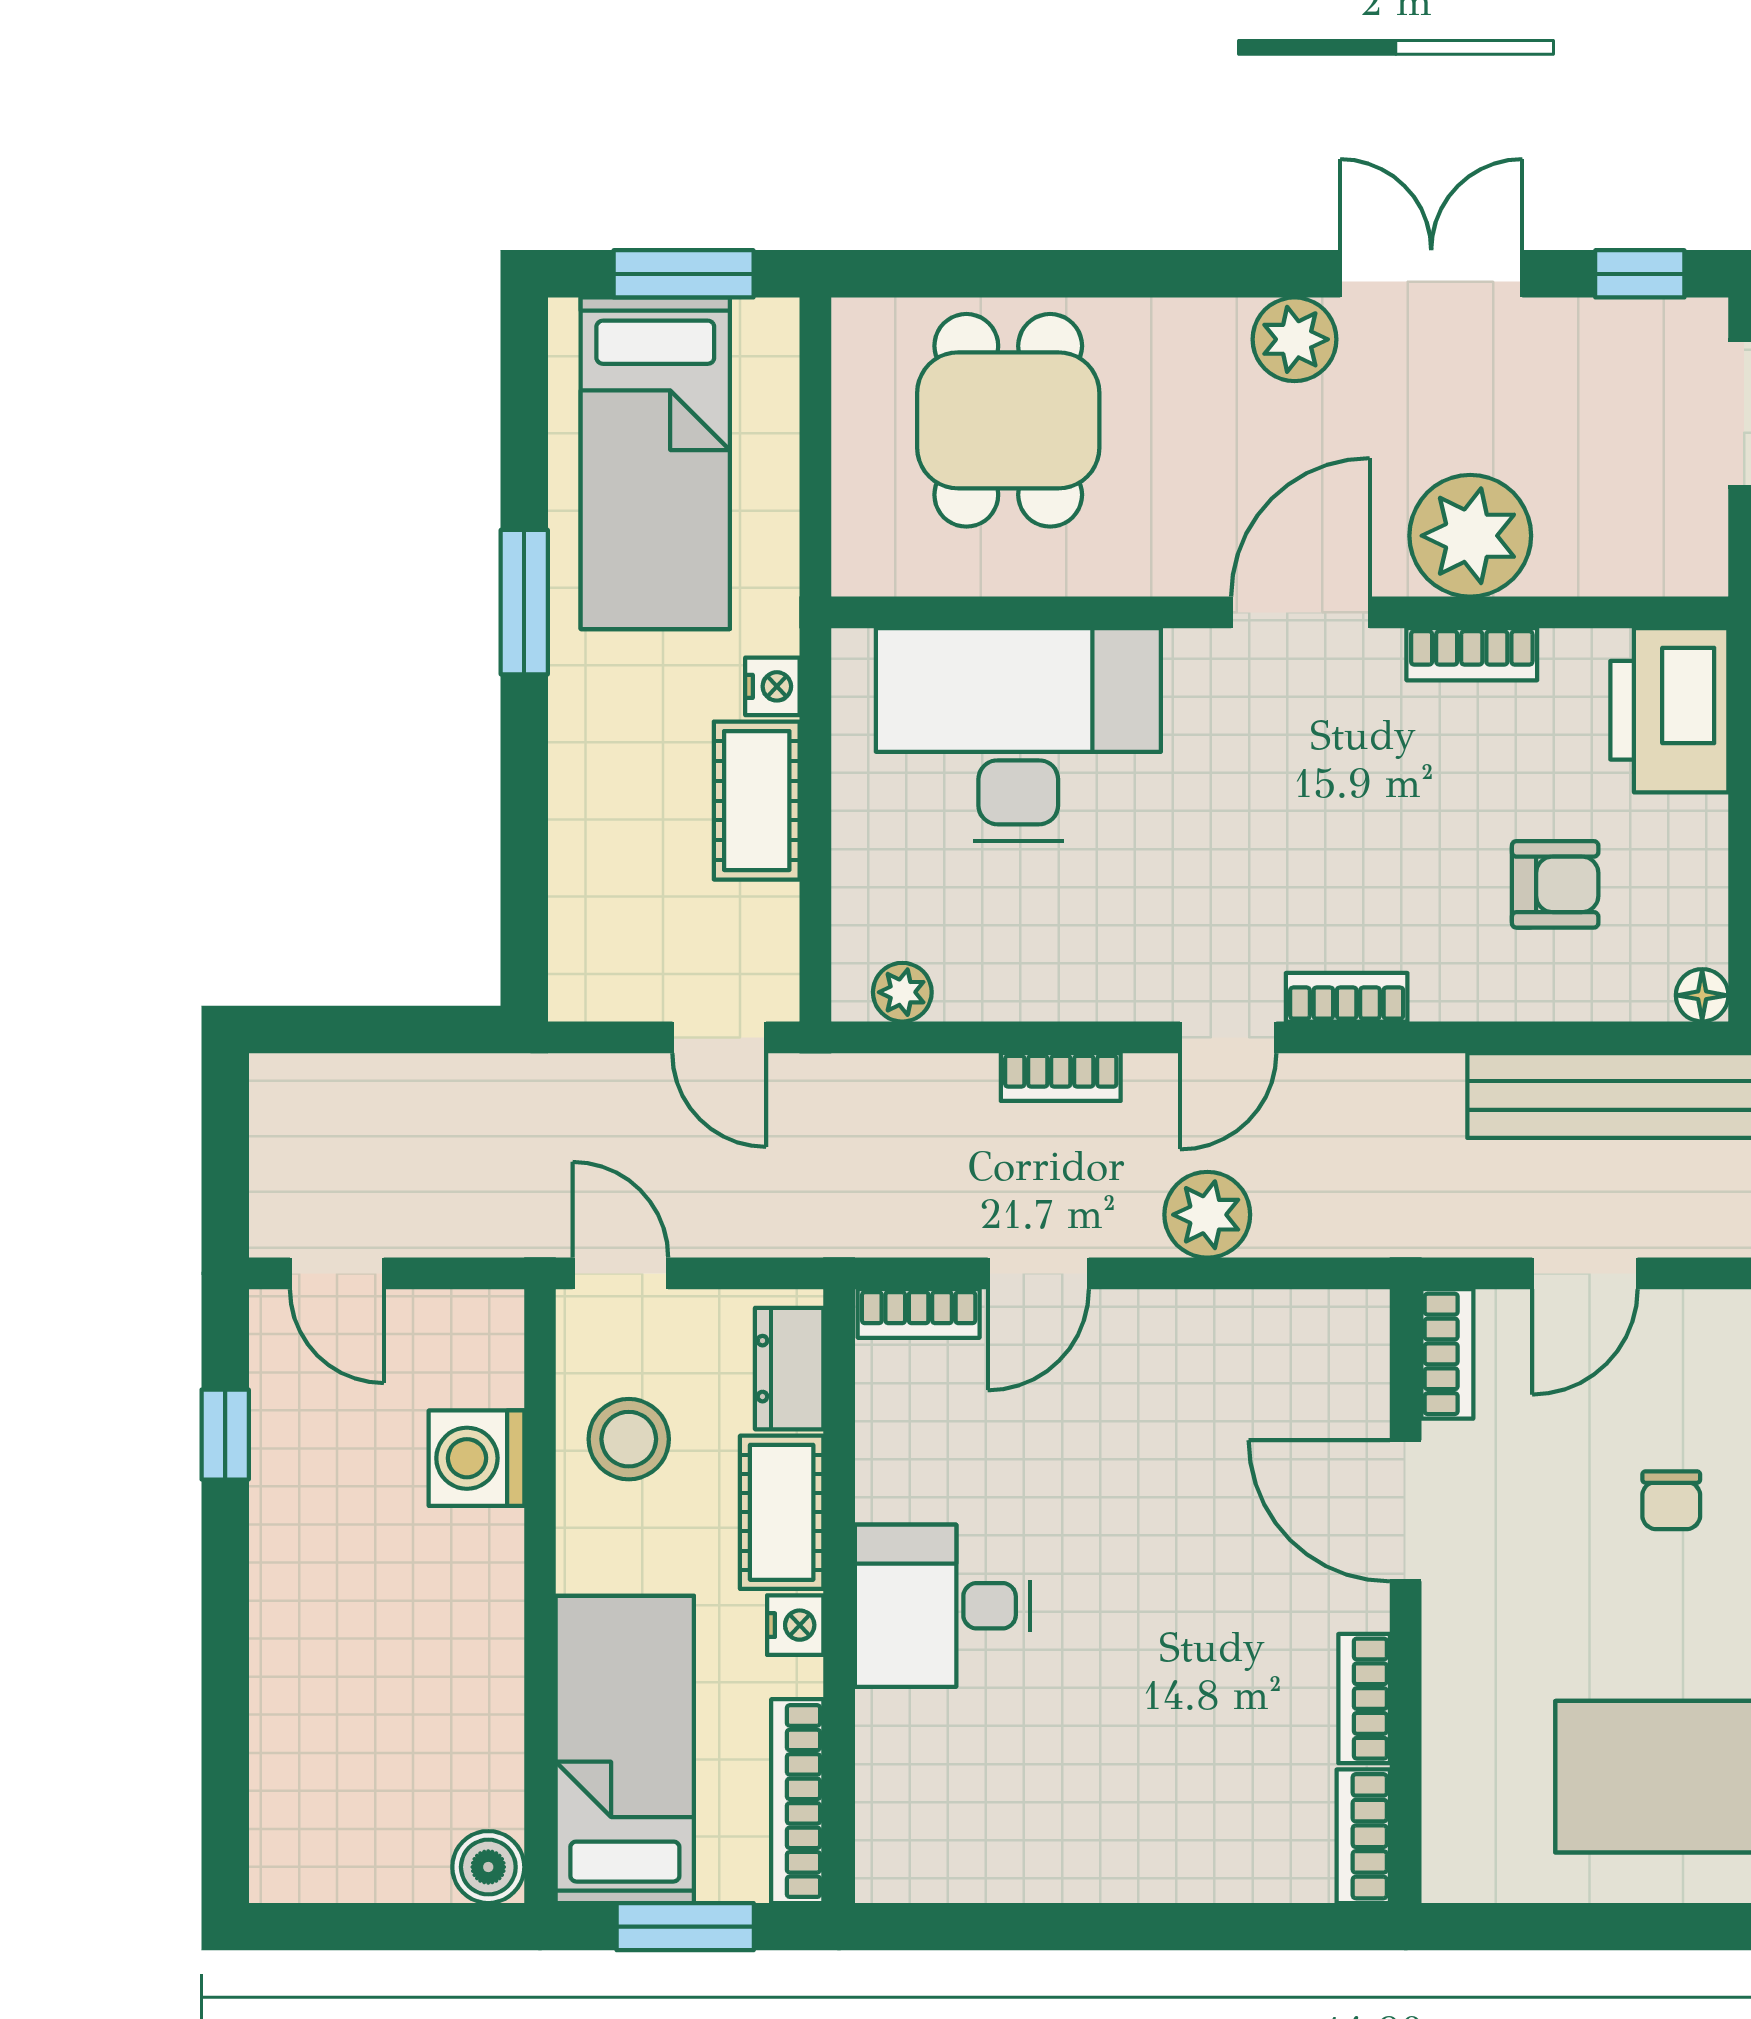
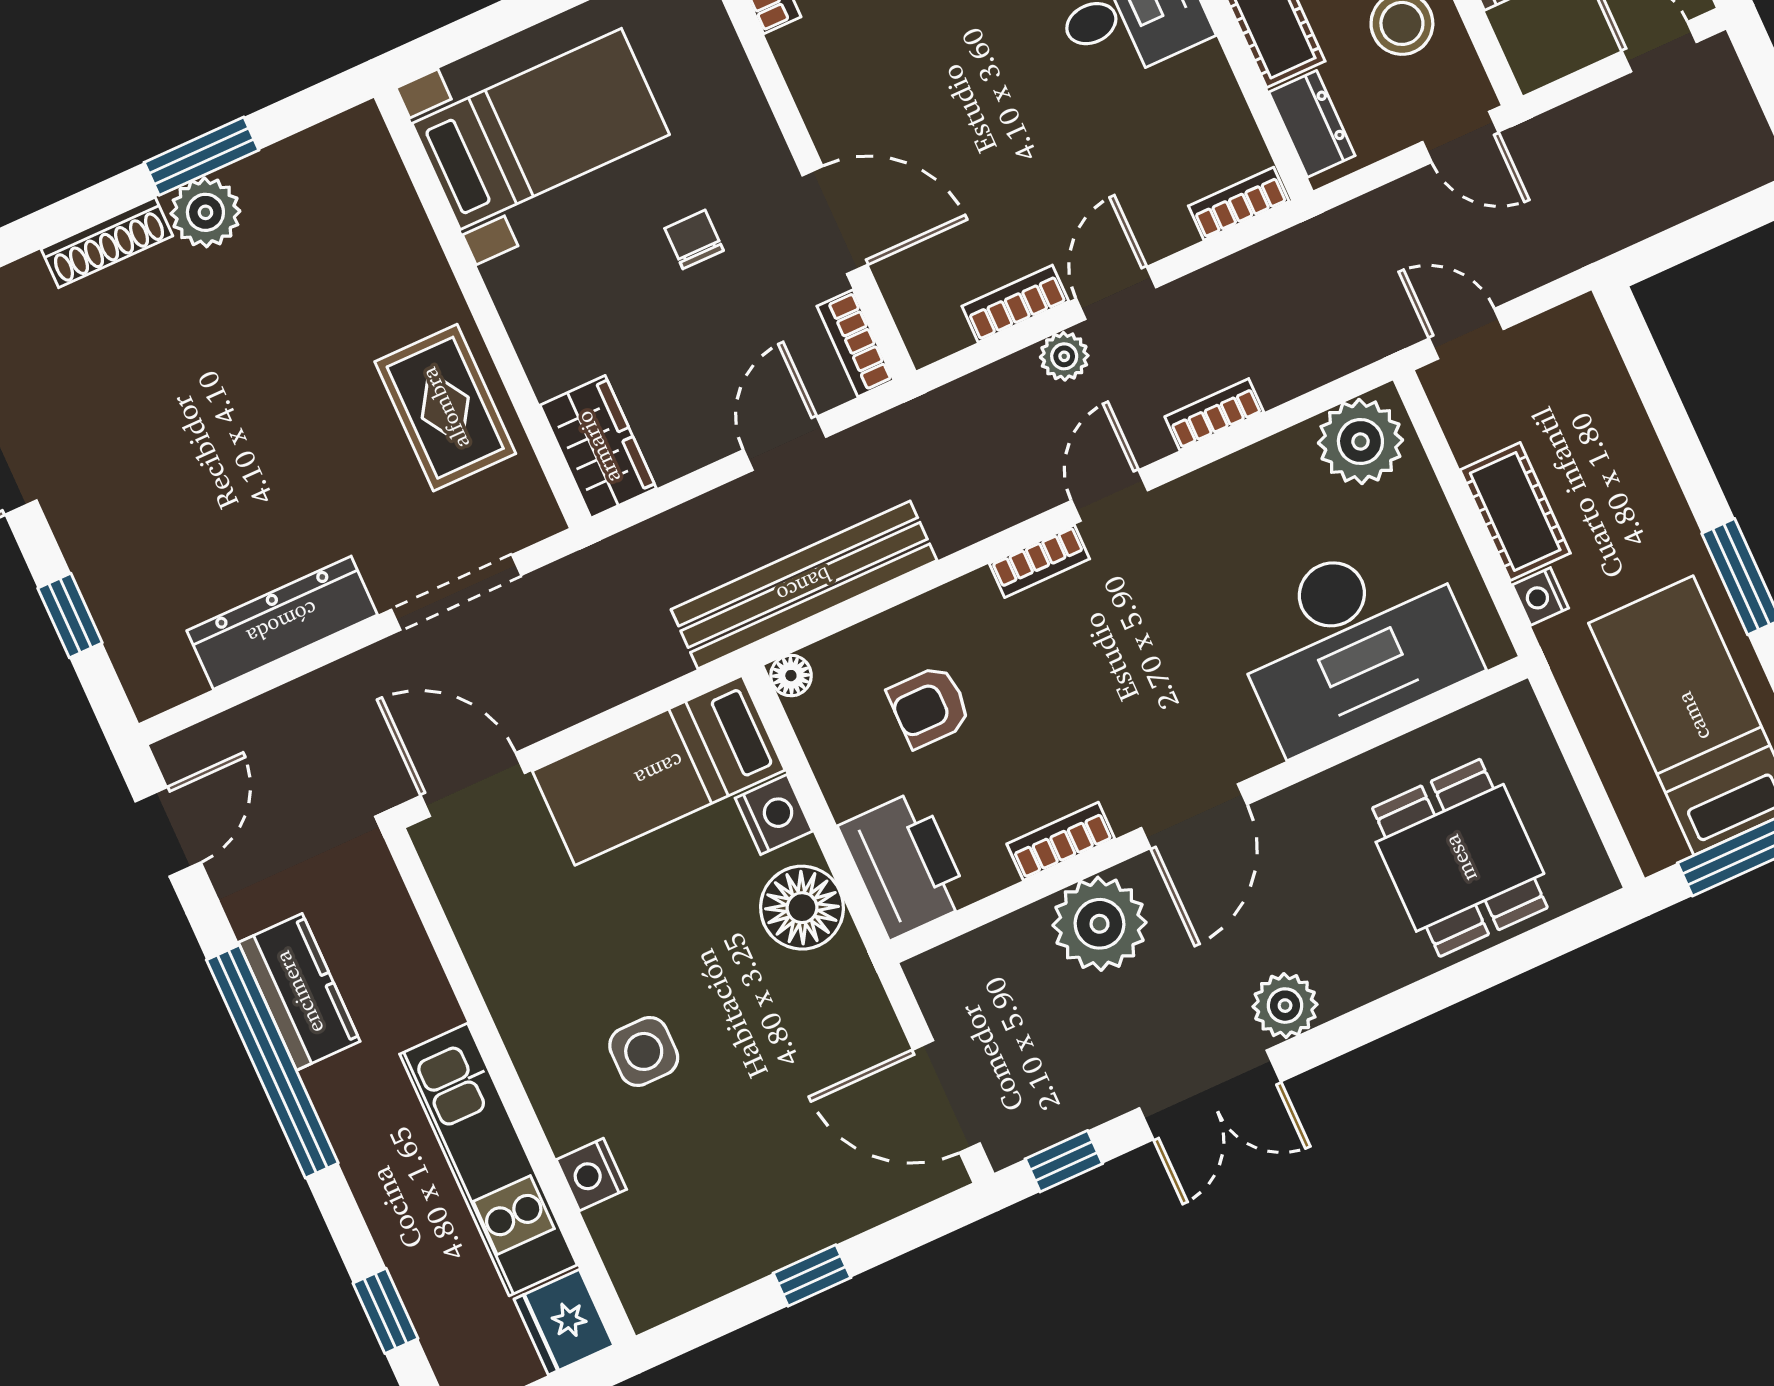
plant: (902, 992) -> (1360, 442), width x1.88, depth x1.88
plant: (1207, 1215) -> (1064, 356), width x0.73, depth x0.73
door: (1038, 1273) -> (1116, 293), moved
chair: (1671, 1500) -> (694, 239), moved
bookcase: (1364, 1699) -> (1015, 304), moved, turned -90

